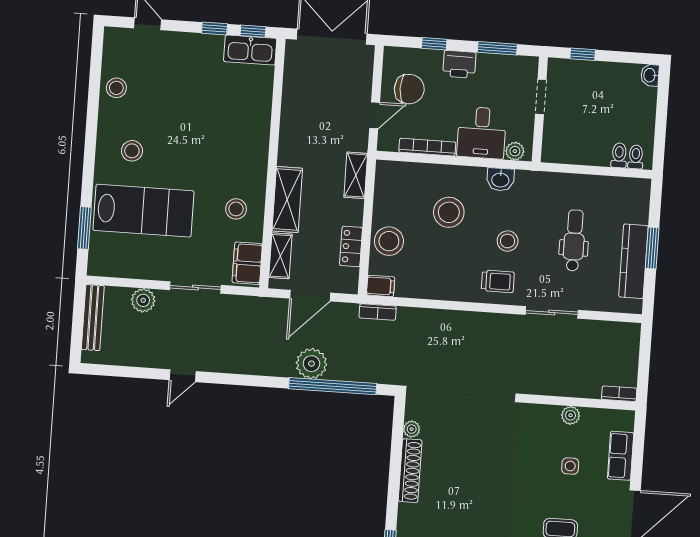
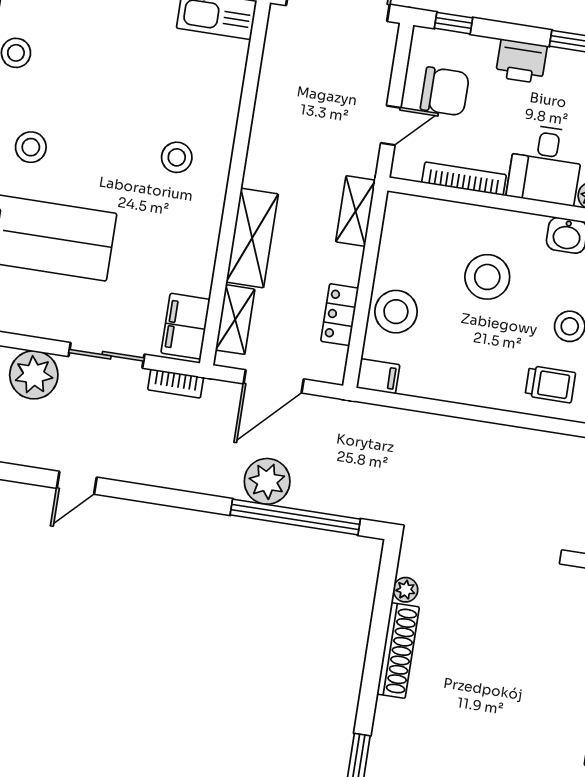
window: (434, 44) -> (454, 23), moved
stool: (236, 209) -> (177, 157), moved
plant: (143, 300) -> (34, 375), width x1.36, depth x1.36
bookcase: (378, 312) -> (176, 383), moved

